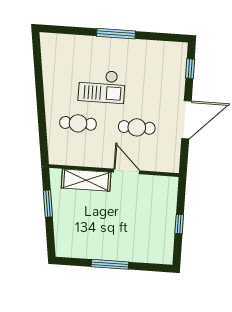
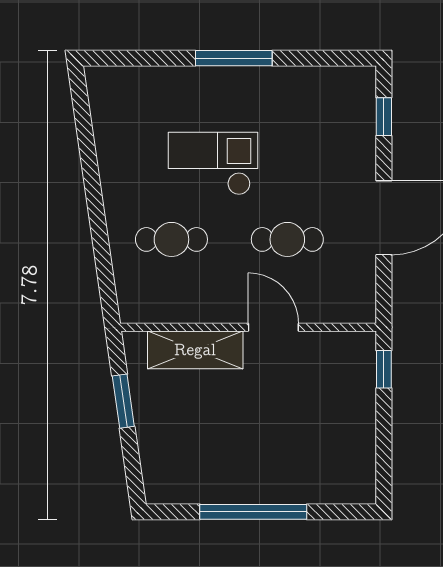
checkout: (102, 86) -> (213, 164), turned 180
window: (179, 224) -> (384, 369), moved
window: (110, 264) -> (253, 512), width x1.46

